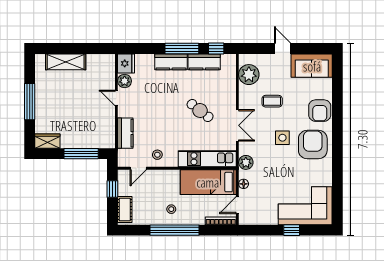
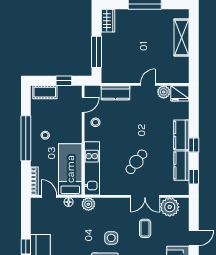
window: (182, 49) -> (194, 145), width x0.46
double door: (237, 125) -> (145, 196), moved
door: (138, 168) -> (83, 105), swing flipped

